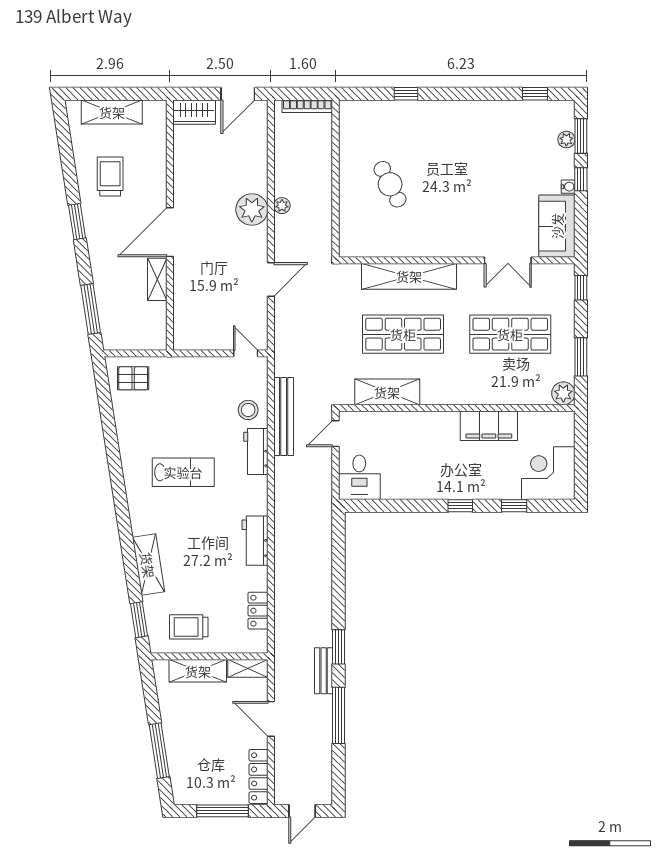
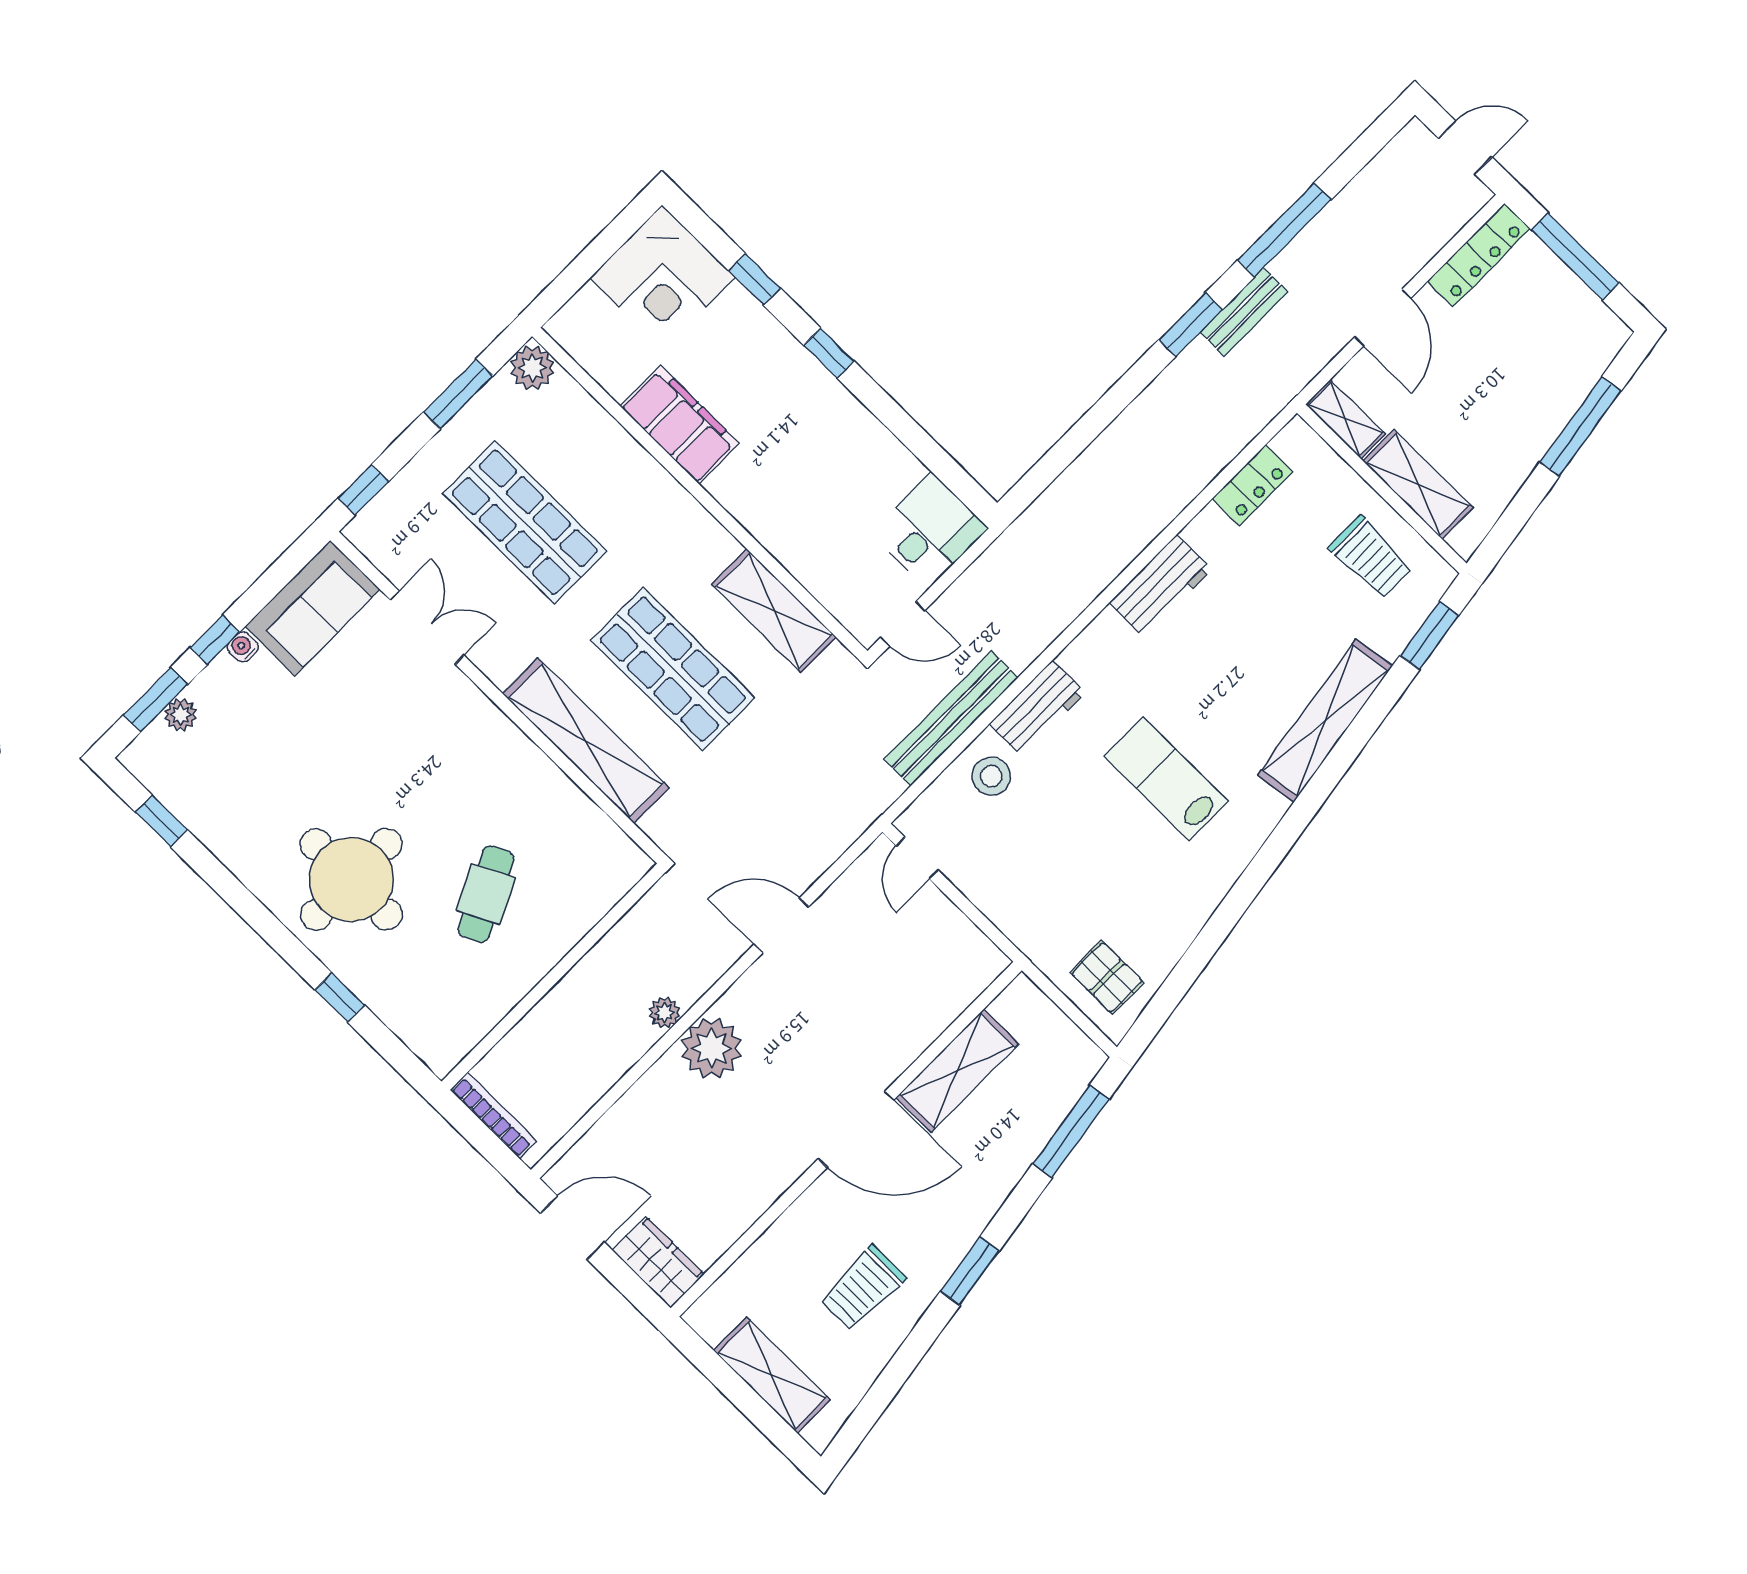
round table: (444, 141) -> (351, 879), added
shelving: (157, 279) -> (957, 1071), width x1.50, depth x1.33
shelving: (148, 565) -> (1325, 721), width x1.47

